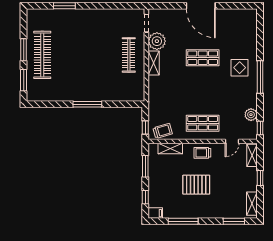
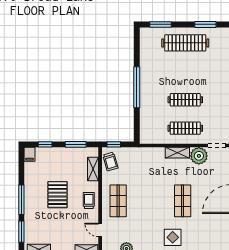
window: (24, 50) -> (205, 24), moved
clothes rail: (100, 55) -> (185, 100), added
window: (87, 104) -> (137, 87), width x1.46
window: (183, 221) -> (21, 200), moved

